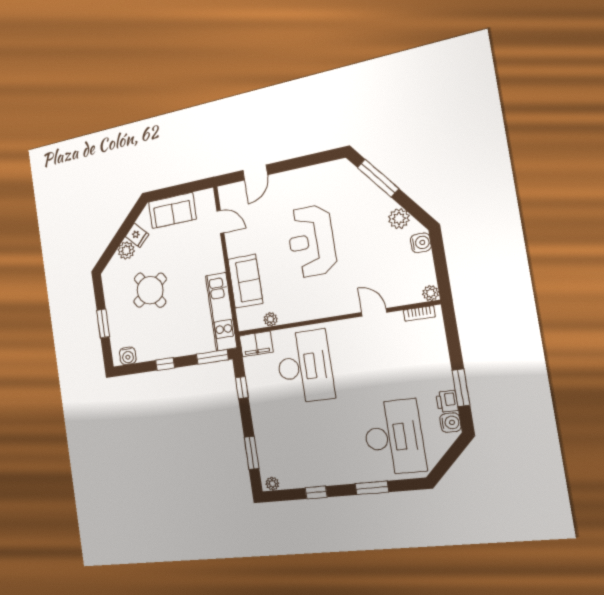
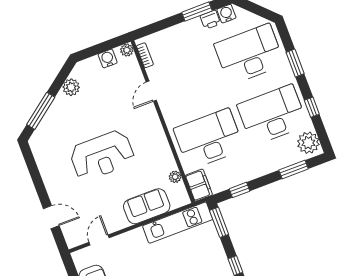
water cooler: (421, 243) -> (108, 58), moved
desk: (317, 445) -> (272, 115), added
plant: (272, 484) -> (308, 143), width x1.88, depth x1.88

